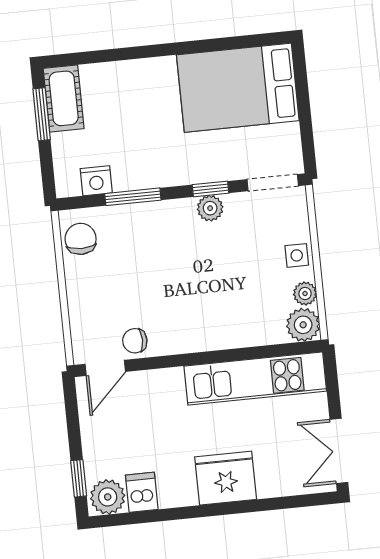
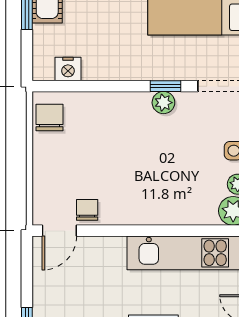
window: (133, 197) -> (98, 86), removed
chair: (135, 341) -> (87, 210), turned 90

